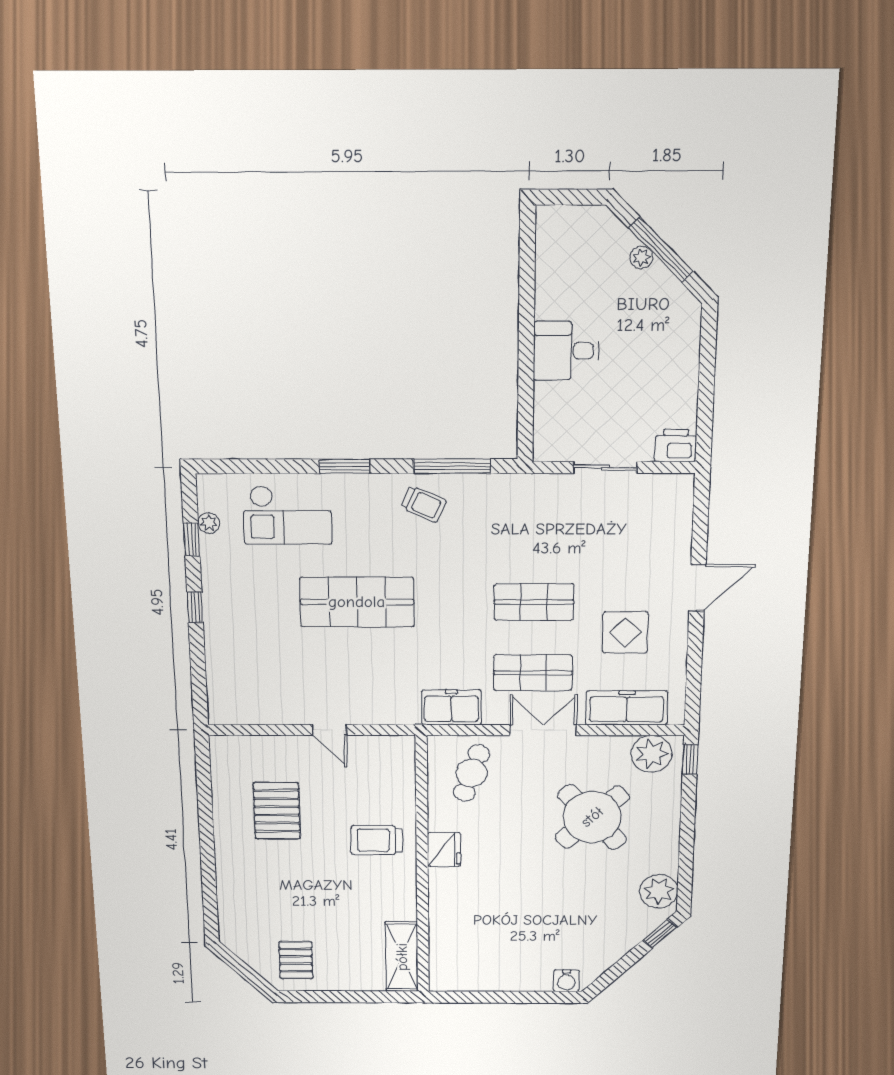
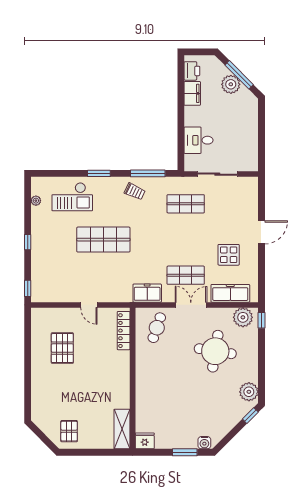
plant: (641, 257) -> (231, 84), width x1.88, depth x1.88
filing cabinet: (553, 292) -> (192, 93), added
desk: (566, 351) -> (199, 140), moved
printer: (676, 445) -> (192, 71), moved, turned 90
sliding door: (605, 467) -> (217, 174), width x1.37
window: (192, 539) -> (28, 288), moved
shop shelf: (534, 602) -> (186, 204), moved
locker: (403, 779) -> (124, 331), added
round table: (592, 817) -> (215, 351), turned -38
trolley: (377, 840) -> (111, 364), removed
fridge: (444, 850) -> (145, 441), moved, turned -90
window: (527, 997) -> (185, 452), added

